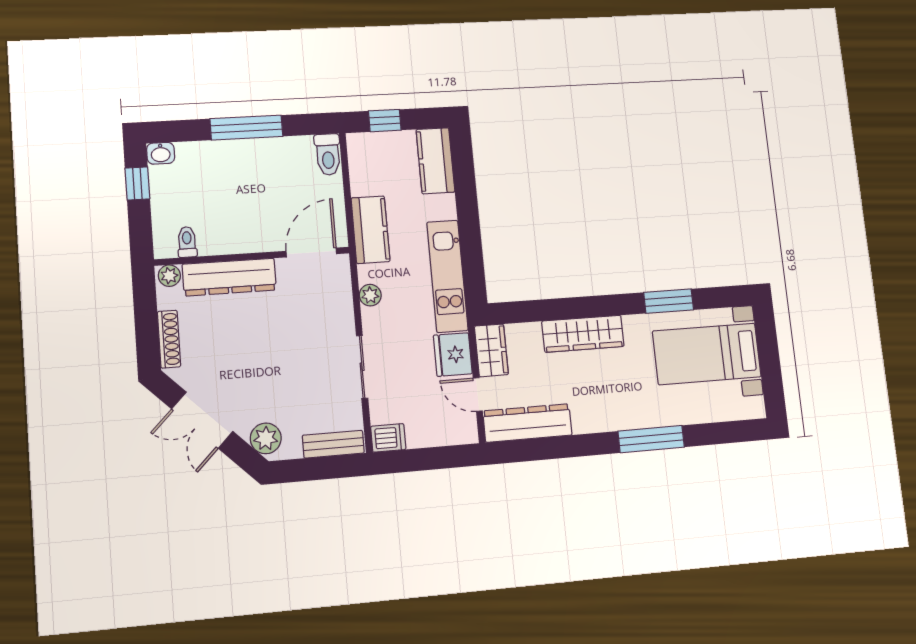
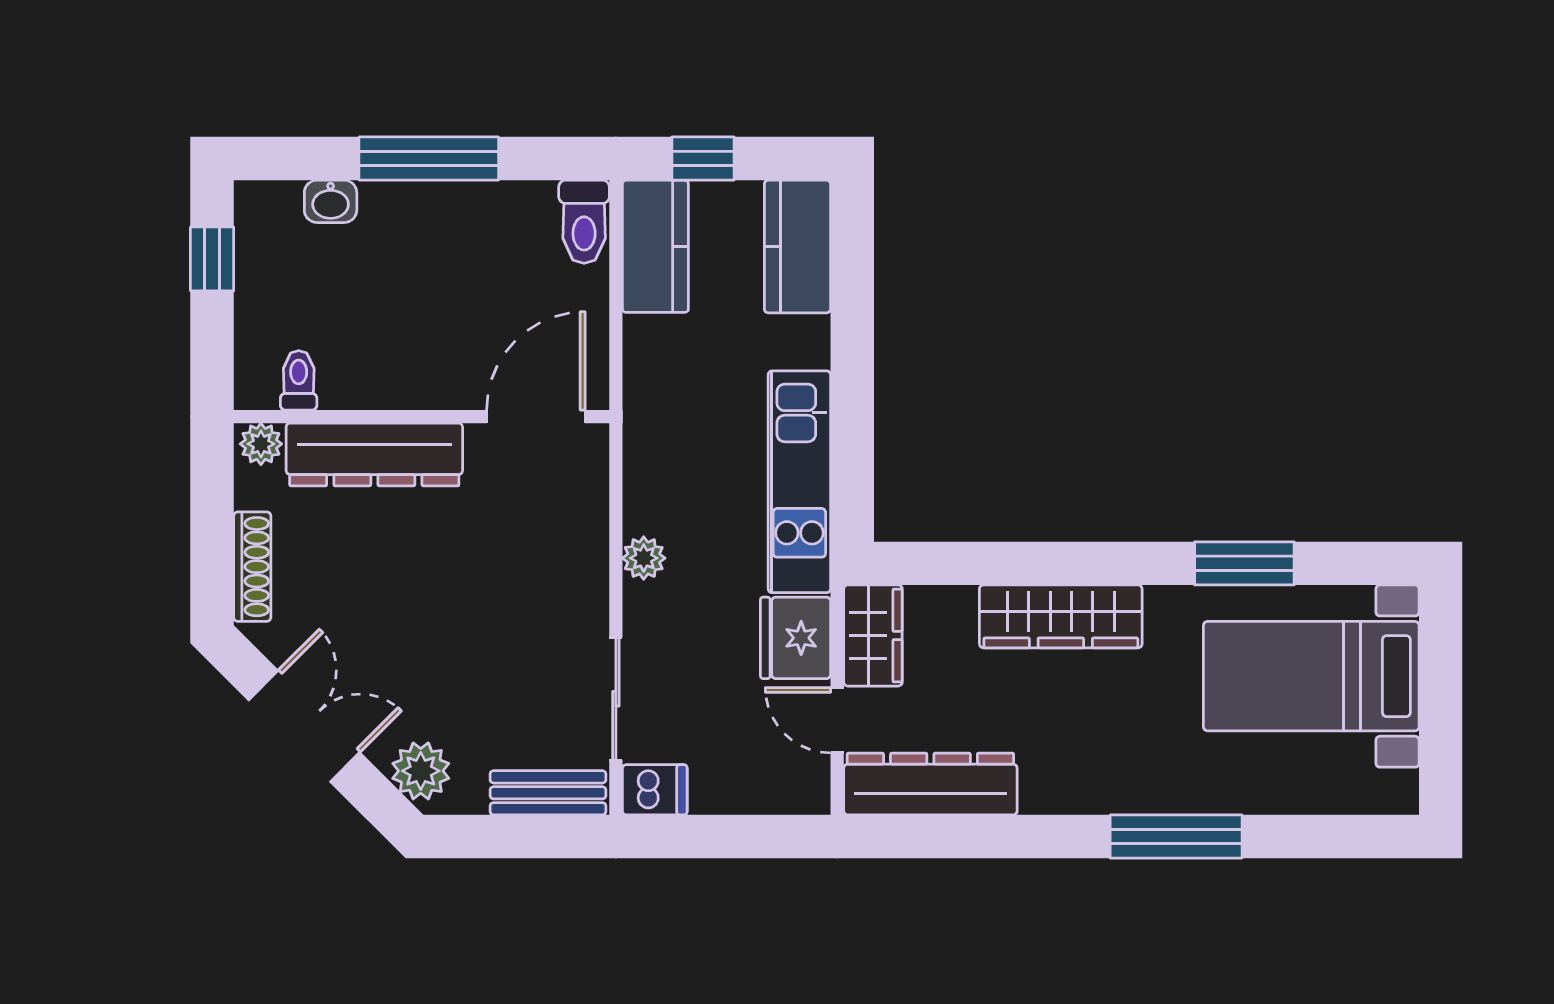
washbasin: (161, 153) -> (331, 201), moved
kitchen counter: (370, 230) -> (655, 246), moved
plant: (370, 295) -> (644, 558), moved
sliding door: (362, 367) -> (616, 699), moved
double door: (202, 420) -> (304, 726), swing flipped

